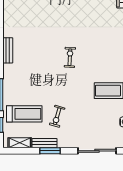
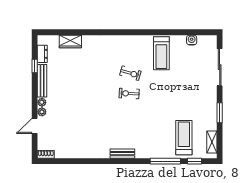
exercise bike: (57, 116) -> (130, 73), moved
bench: (44, 143) -> (212, 118), removed

